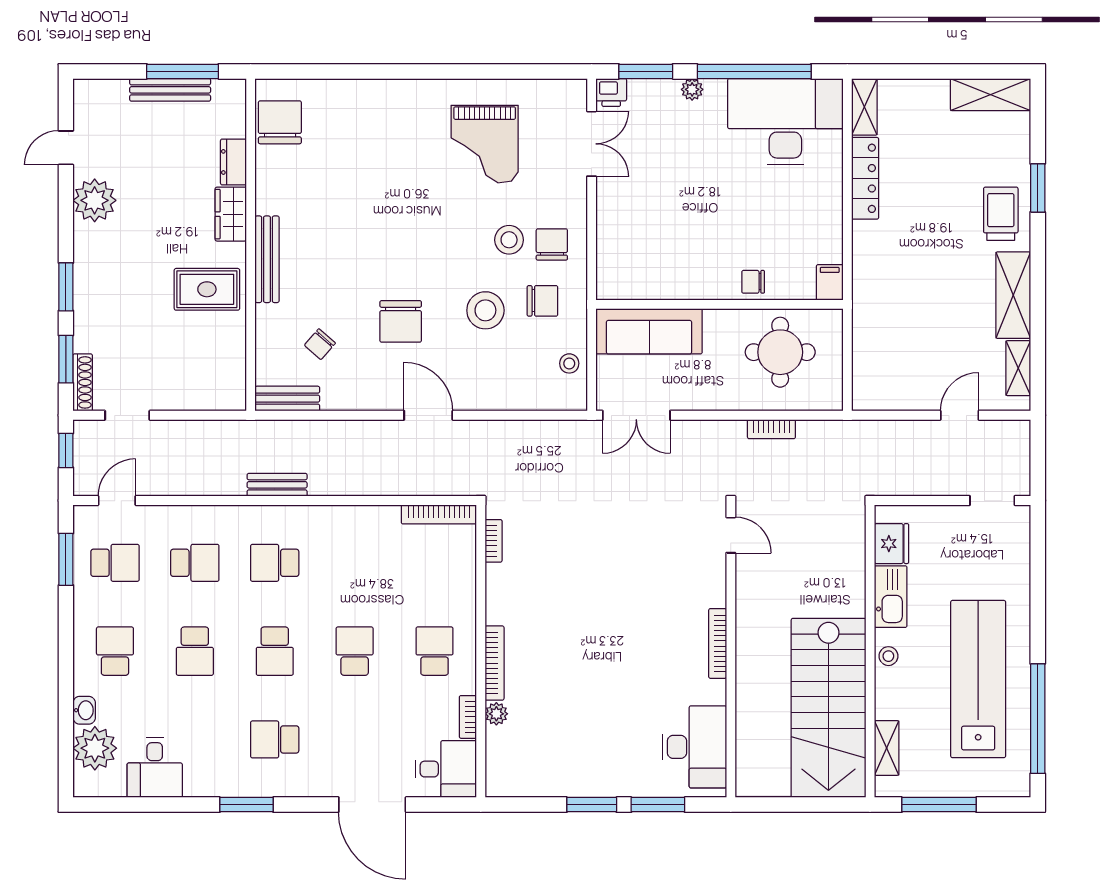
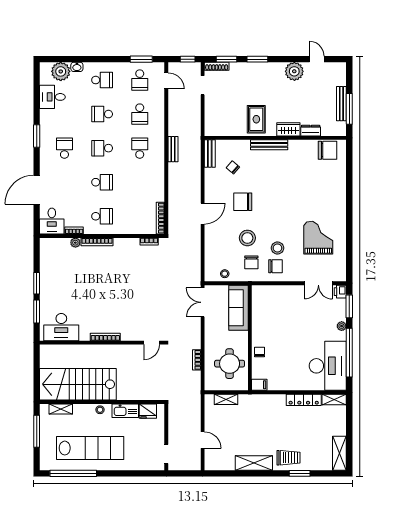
grand piano: (485, 144) -> (318, 238), turned 90
shelving: (1018, 368) -> (226, 399), moved

